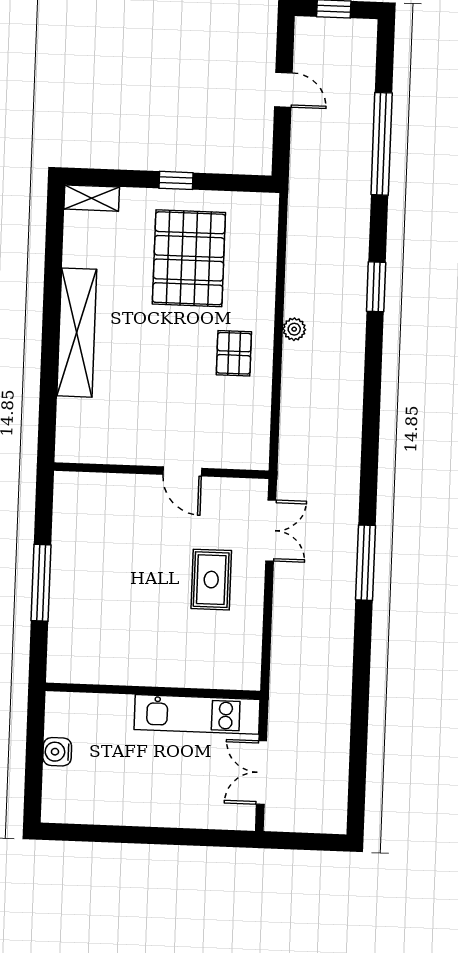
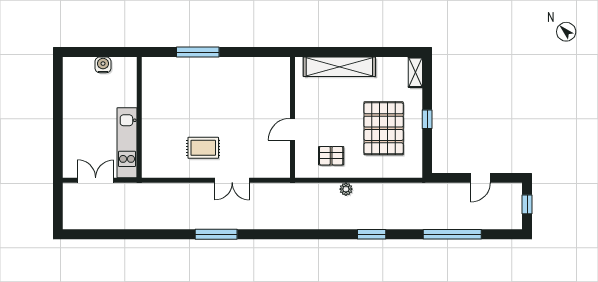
pallet: (189, 258) -> (384, 128), turned 90
wall: (161, 471) -> (292, 117), moved
door: (182, 471) -> (292, 129), moved

